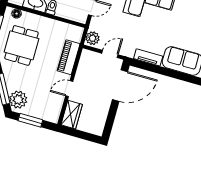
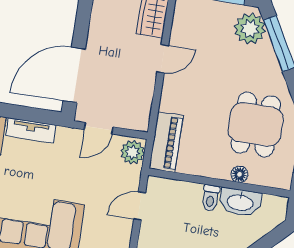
floor lamp: (17, 14) -> (239, 174), moved
piano: (69, 57) -> (166, 142), moved

